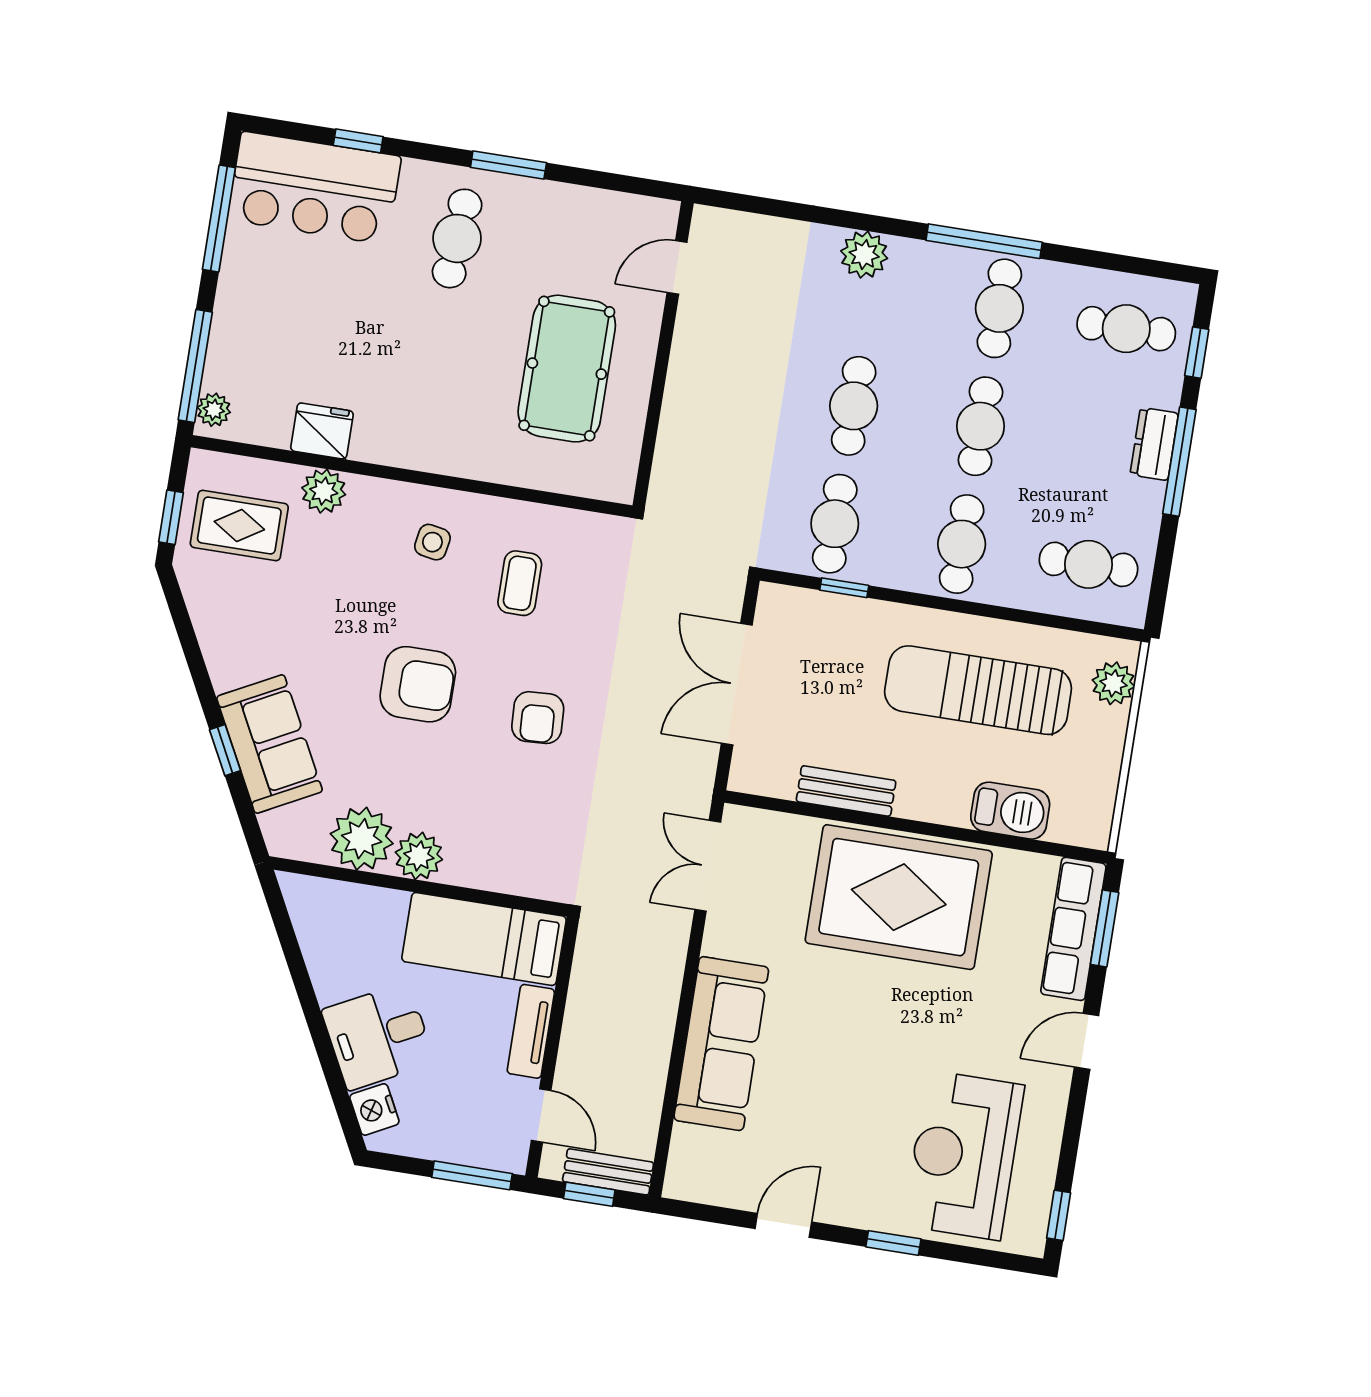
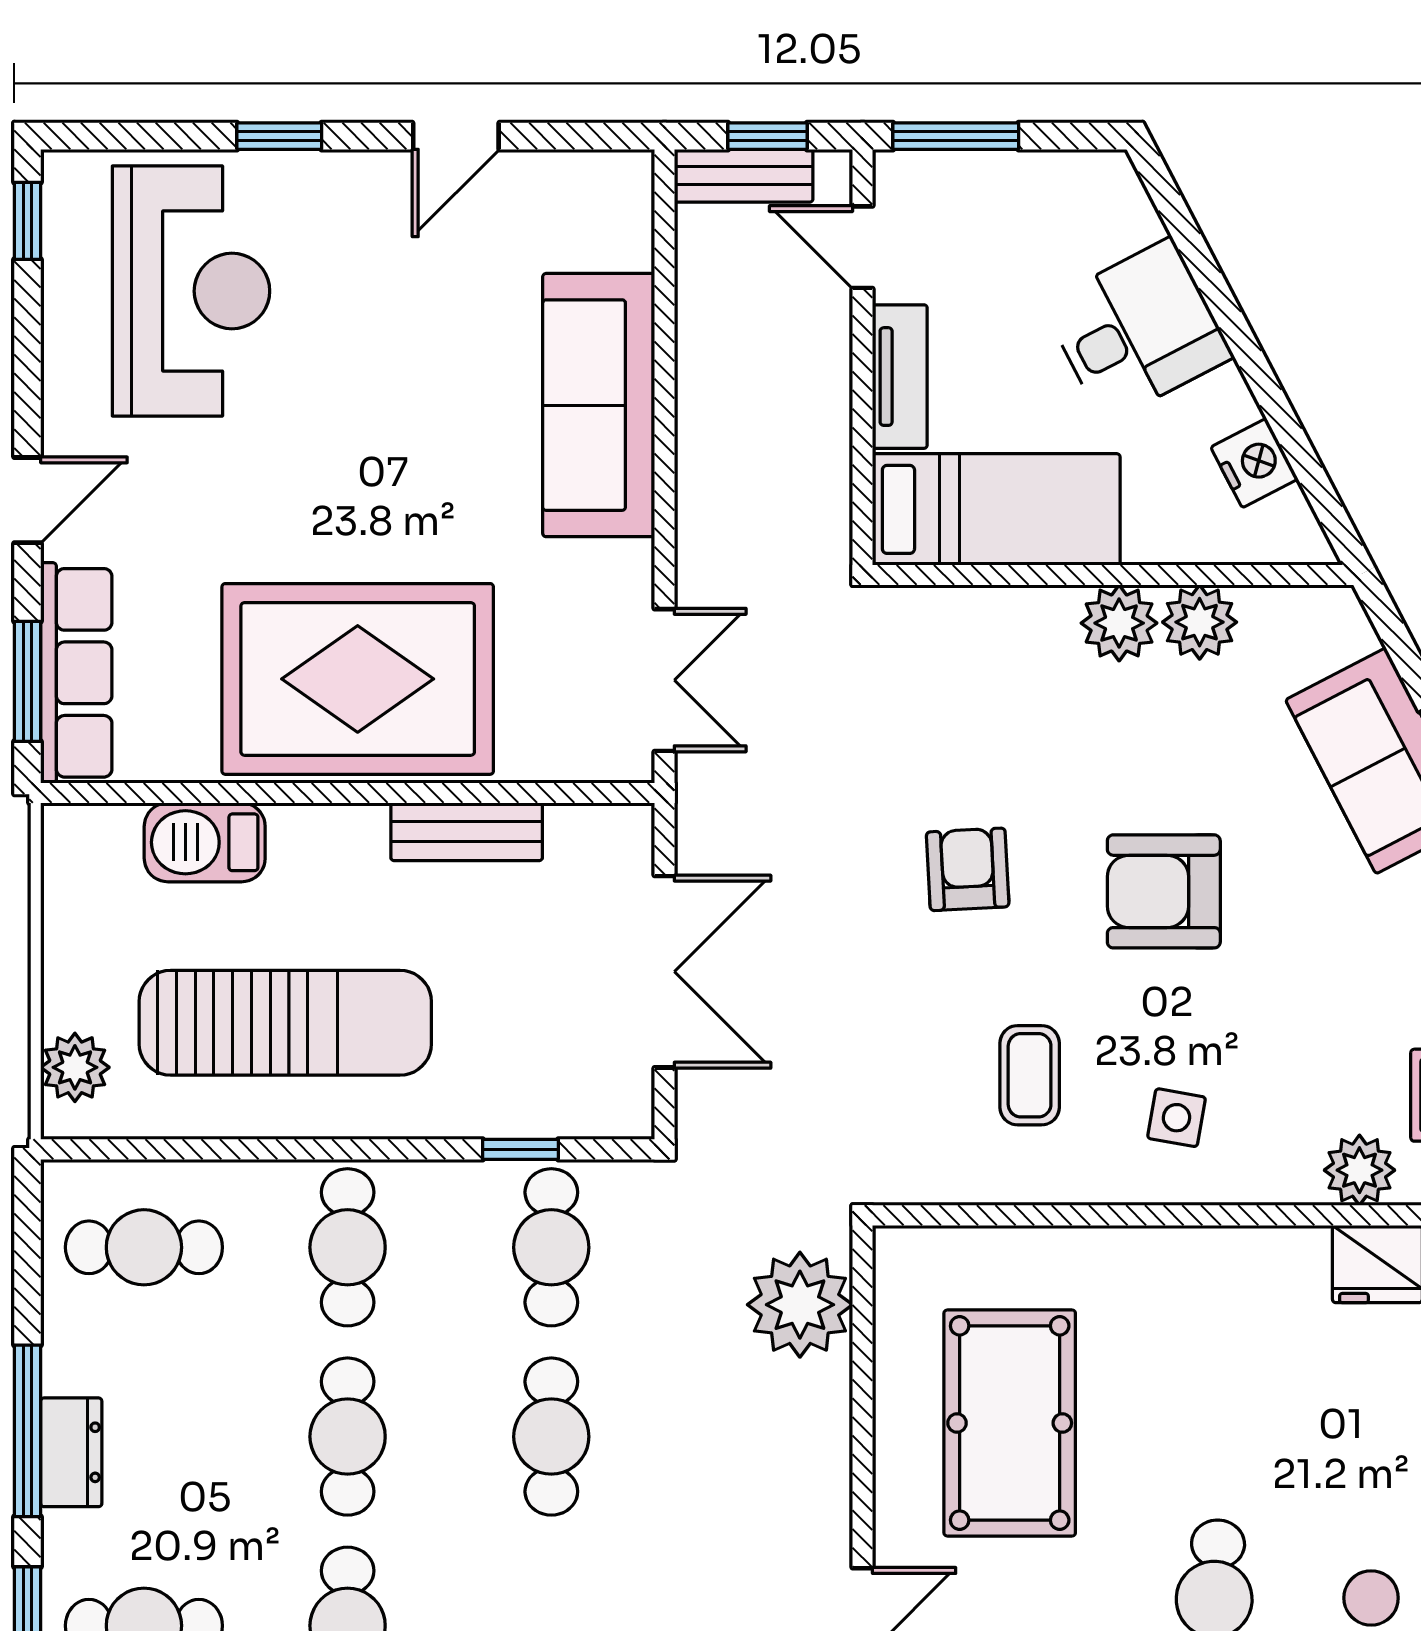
plant: (686, 463) -> (800, 1305), added
plant: (362, 839) -> (1200, 622), width x0.73, depth x0.73
nightstand: (374, 1109) -> (1254, 463), moved

